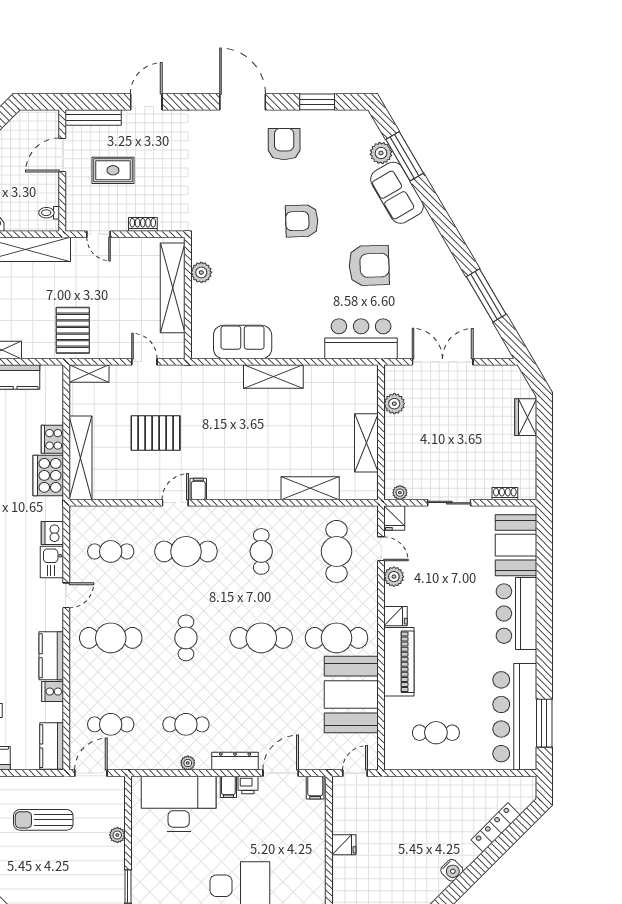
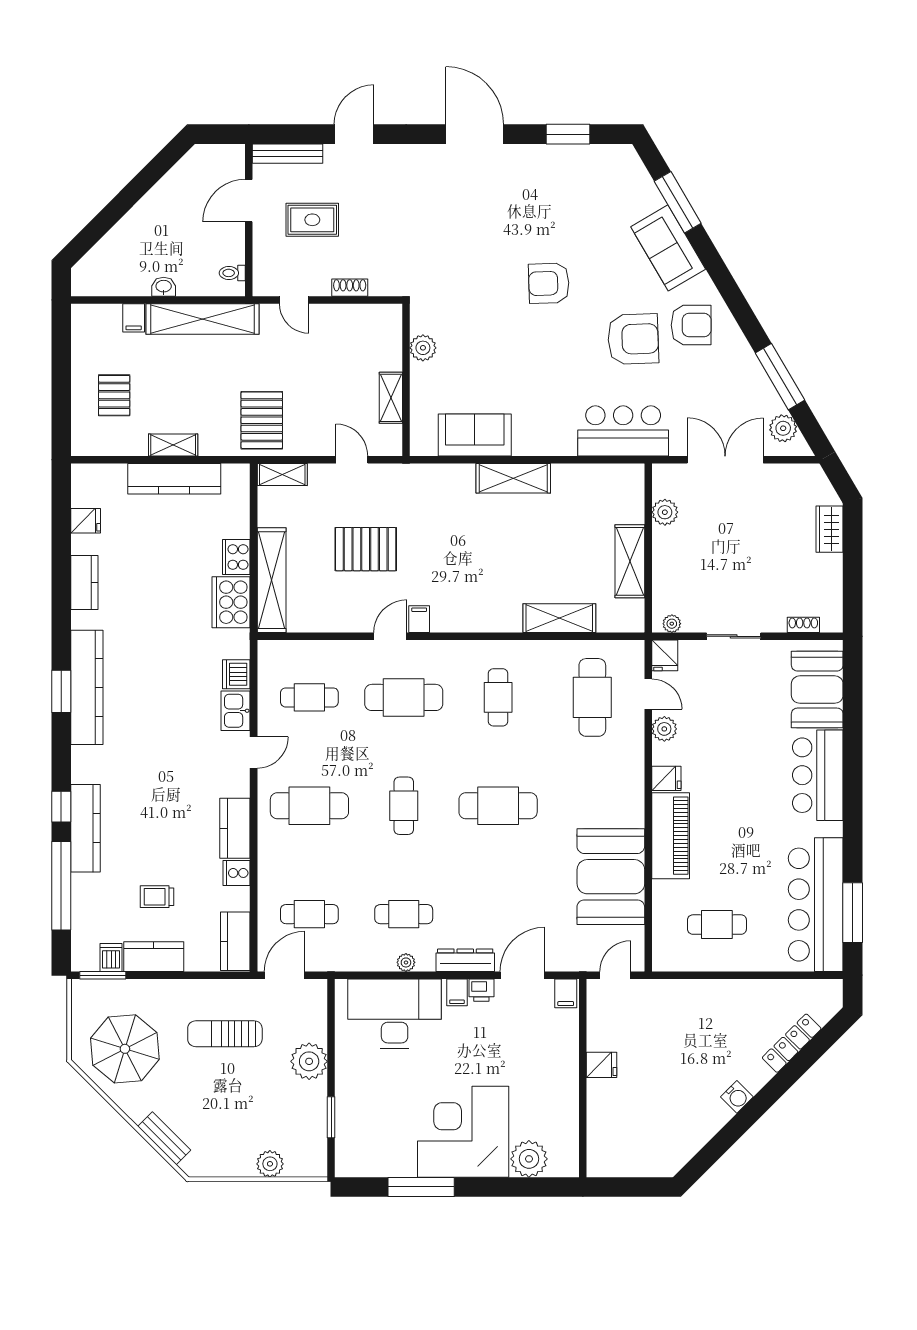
armchair: (284, 144) -> (691, 325), moved, turned 90
plant: (381, 153) -> (783, 428), moved
shelving: (173, 288) -> (391, 398), width x0.45, depth x0.75
cafe table: (336, 638) -> (592, 806), removed
plant: (117, 835) -> (309, 1061), width x1.87, depth x1.87

